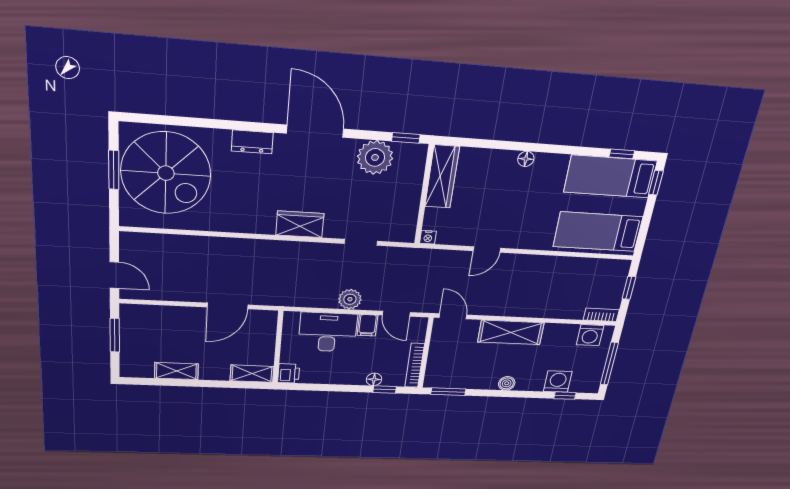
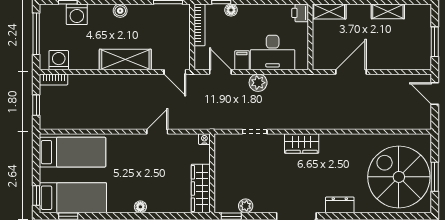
plant: (375, 157) -> (246, 206), width x0.53, depth x0.53

